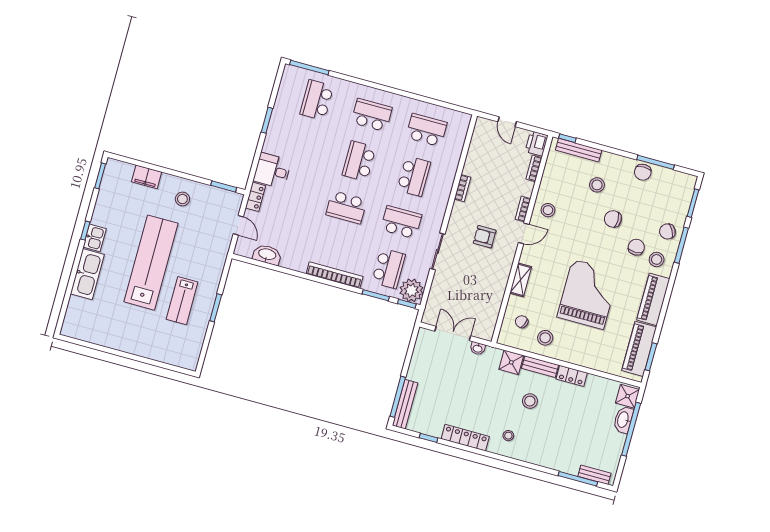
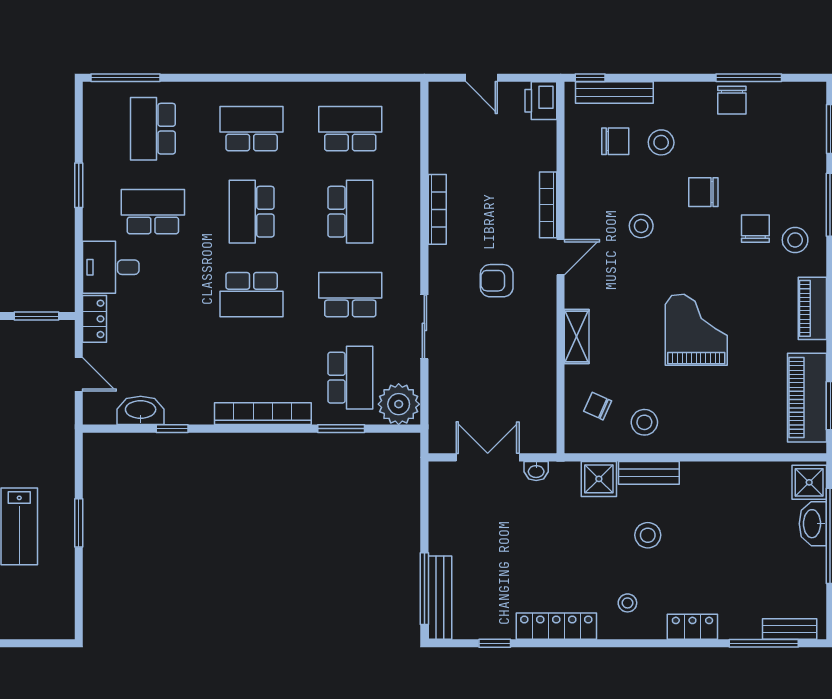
school desk: (304, 146) -> (153, 212), added
bookcase: (534, 168) -> (548, 144), removed
bookcase: (462, 188) -> (437, 209), width x1.56
bookcase: (523, 209) -> (548, 205), width x1.56
stool: (548, 210) -> (641, 226), moved
chair: (667, 231) -> (615, 141), moved, turned -152
grand piano: (588, 294) -> (696, 330), width x0.73, depth x0.68
piano: (653, 299) -> (812, 308), width x0.73, depth x0.75
window: (407, 304) -> (172, 429), moved
locker: (572, 376) -> (692, 627), moved, turned 180

